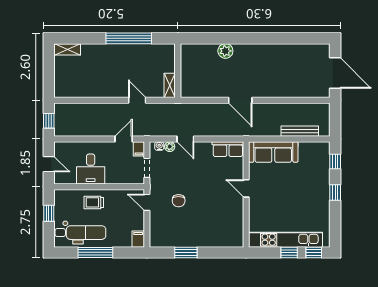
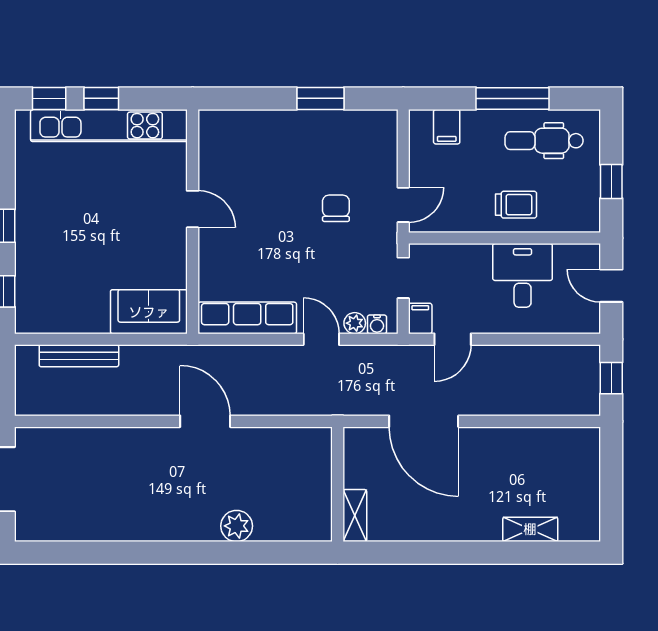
window: (129, 38) -> (442, 553), removed
shelving: (67, 49) -> (530, 529), moved
shelving: (170, 85) -> (355, 516), moved
door: (137, 100) -> (424, 421), width x1.88
row of seats: (228, 149) -> (247, 318), width x1.48
sofa: (273, 152) -> (149, 312), width x0.73
door: (246, 188) -> (193, 209), moved
door: (147, 202) -> (403, 205), hinge flipped
dental chair: (80, 233) -> (544, 141), width x0.73, depth x0.72
filing cabinet: (138, 239) -> (447, 127), moved

